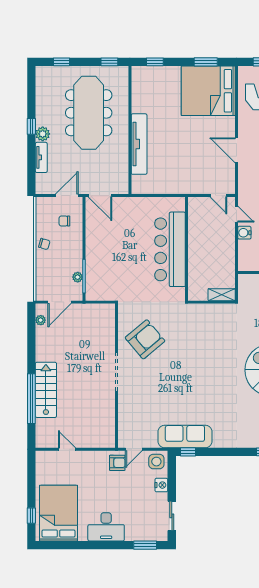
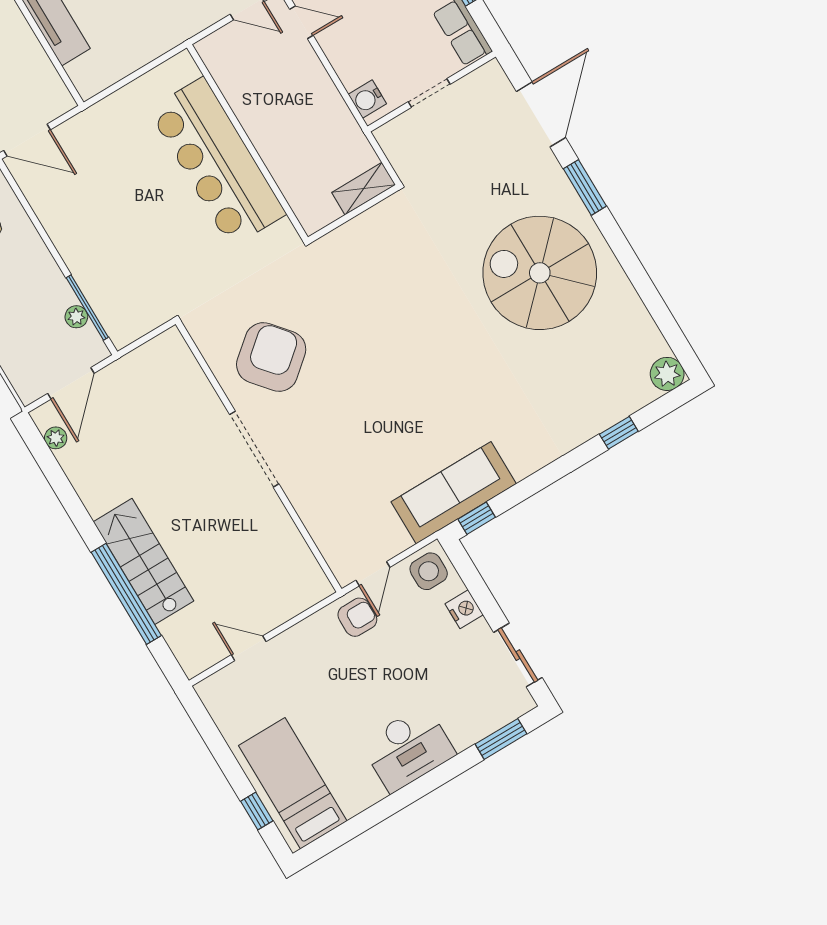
water cooler: (244, 233) -> (367, 99), moved
bed: (59, 513) -> (293, 783), width x0.67

